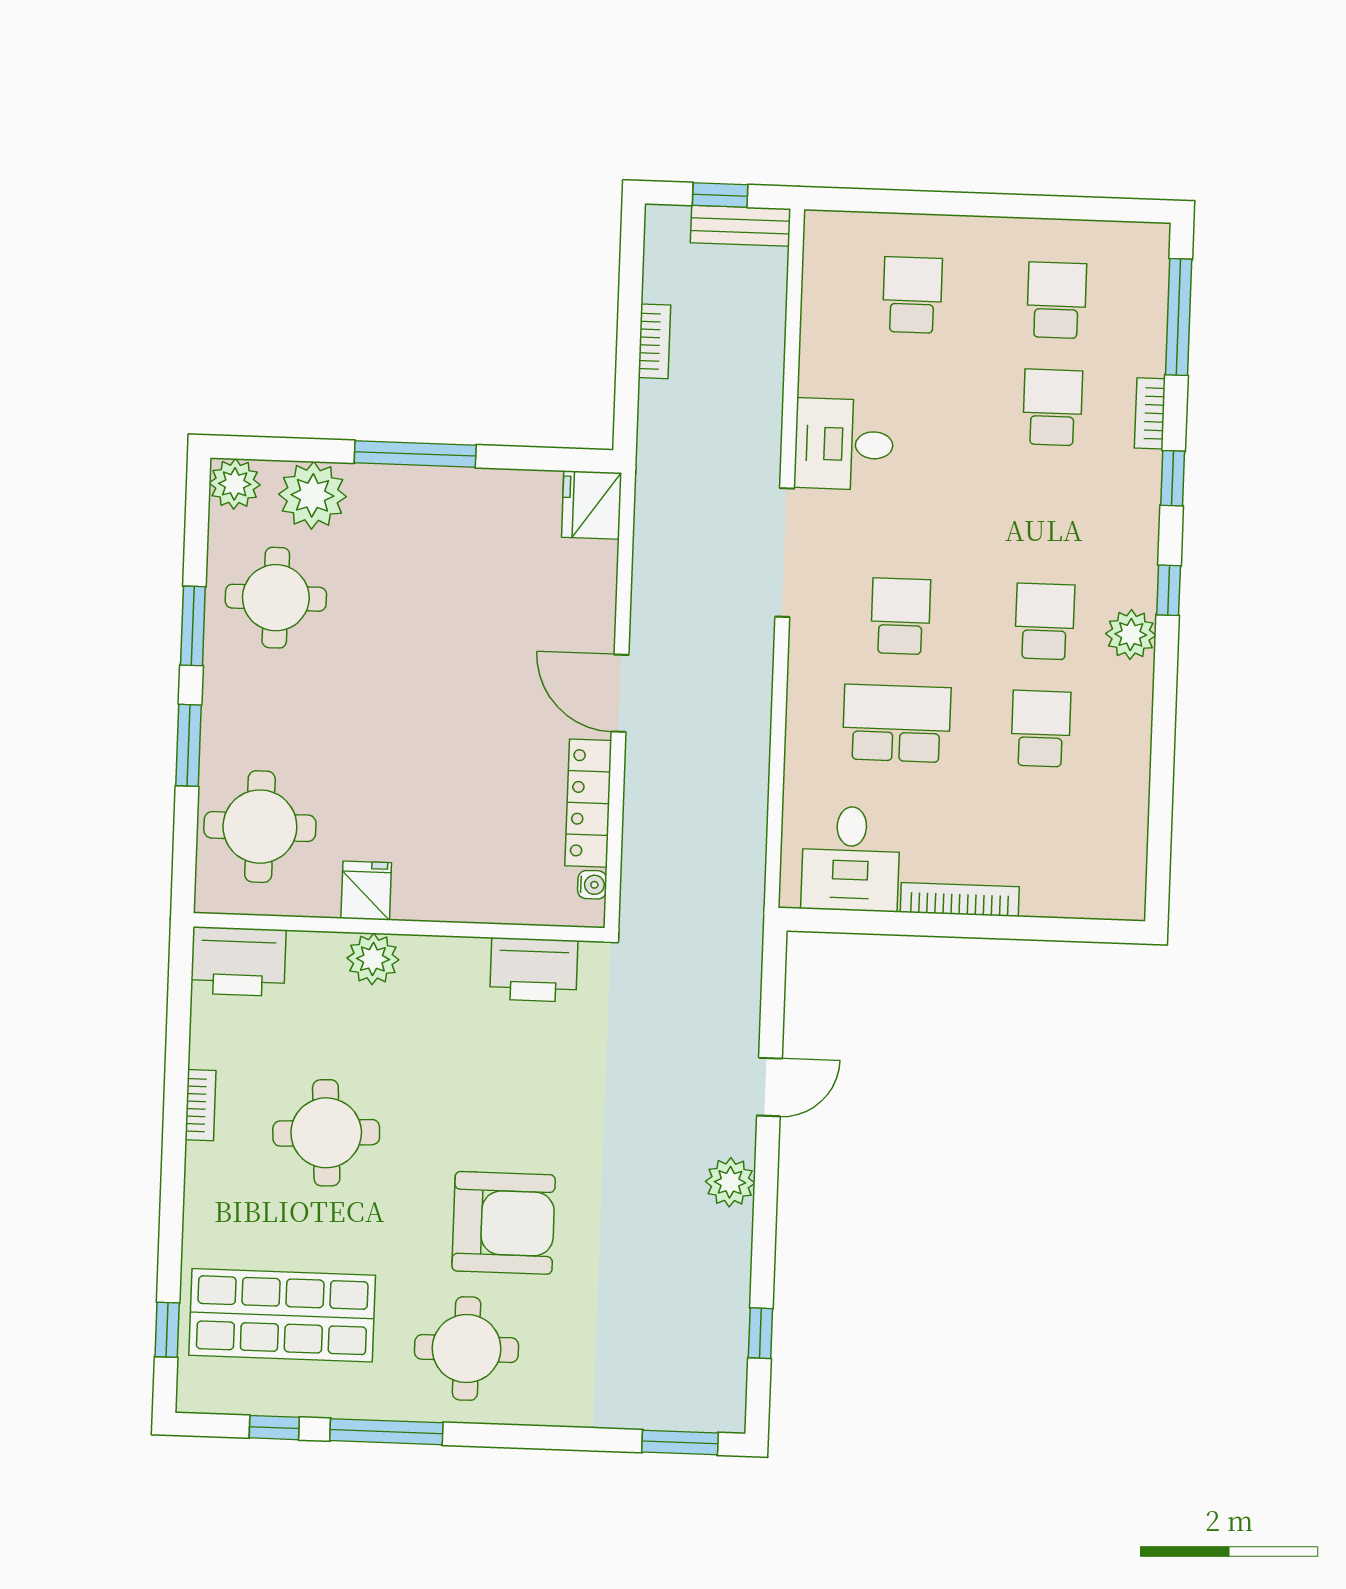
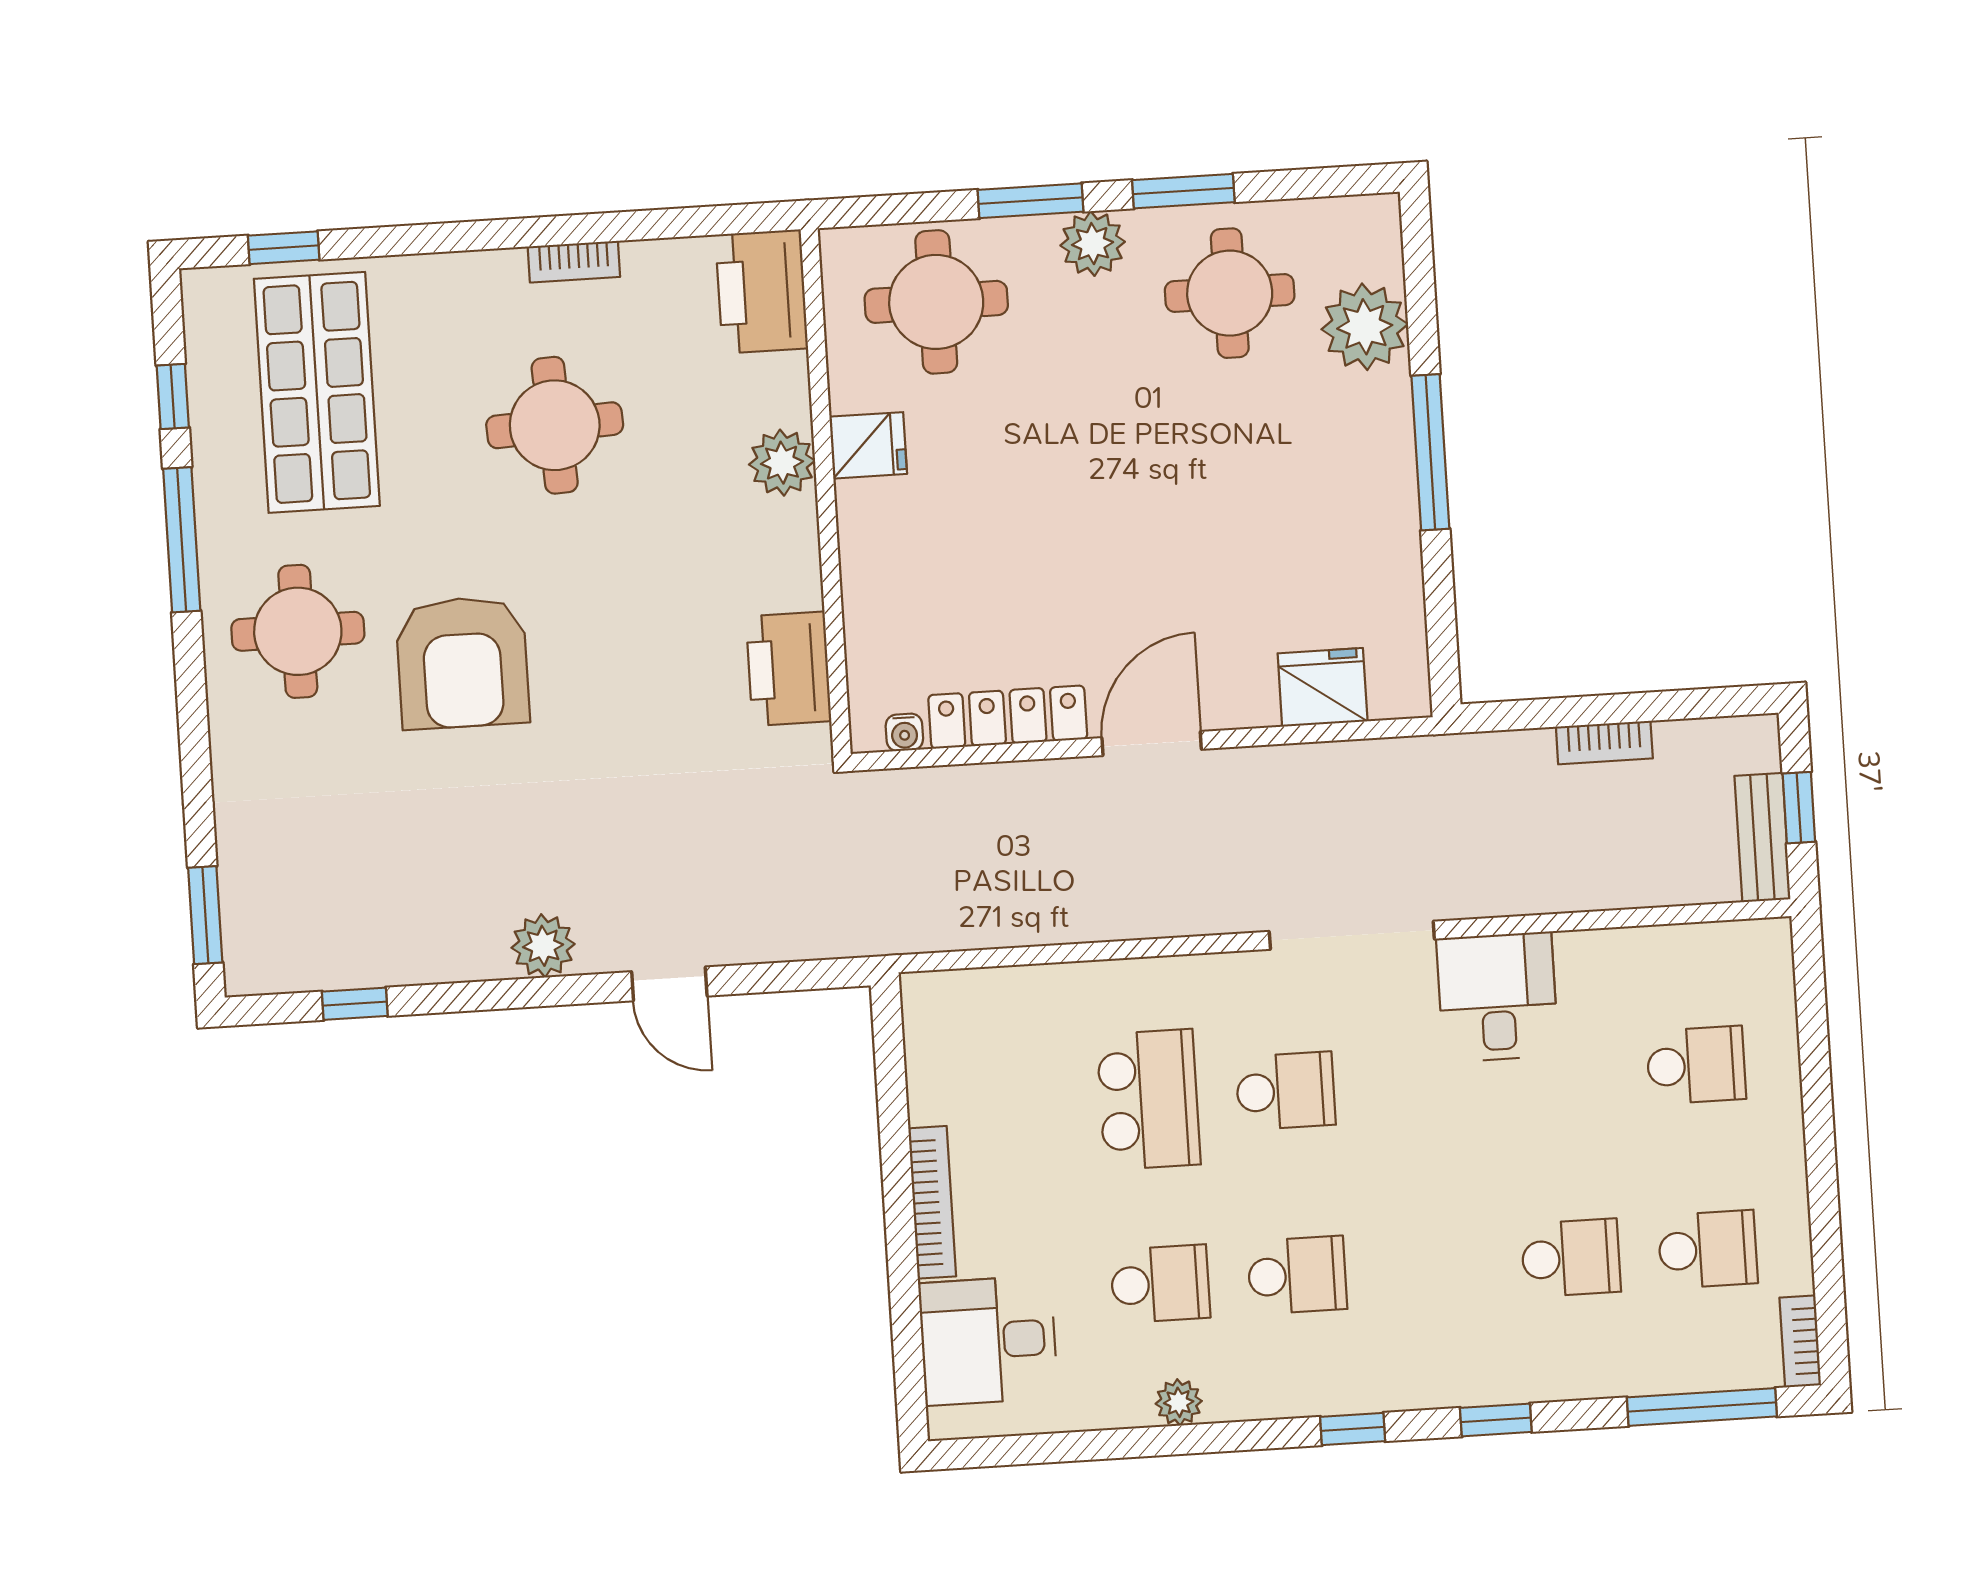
bookcase: (1150, 413) -> (1800, 1341), moved, turned -90
plant: (235, 484) -> (1093, 244), moved
fridge: (592, 505) -> (1323, 687), moved
plant: (1131, 634) -> (1179, 1402), moved, width x0.73, depth x0.73
desk: (851, 859) -> (988, 1341), moved

